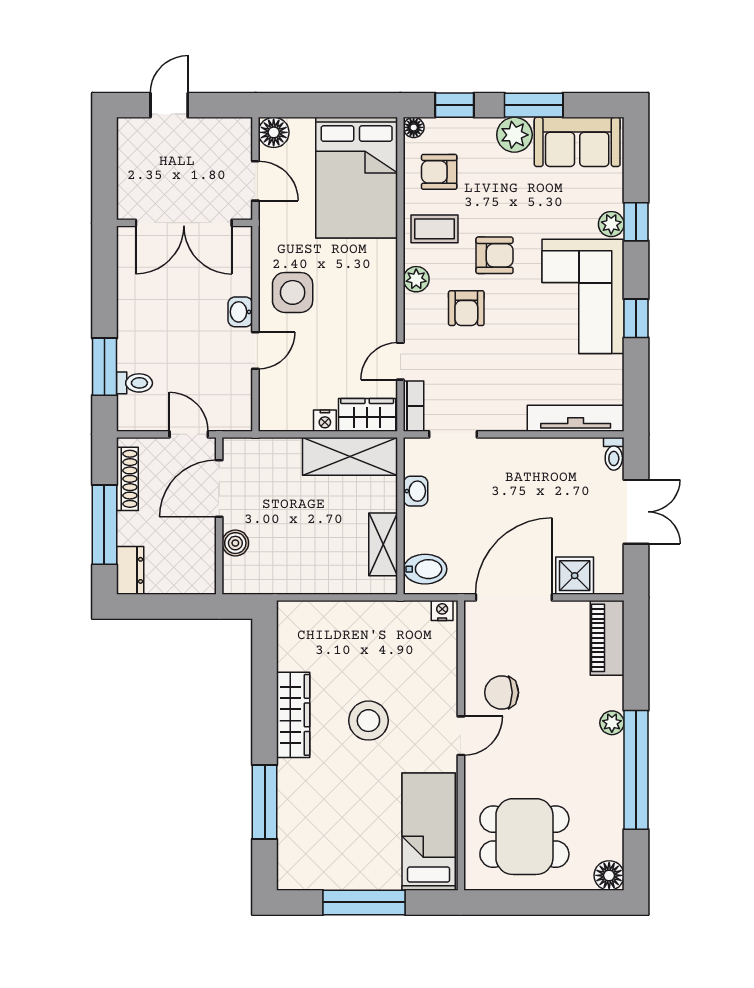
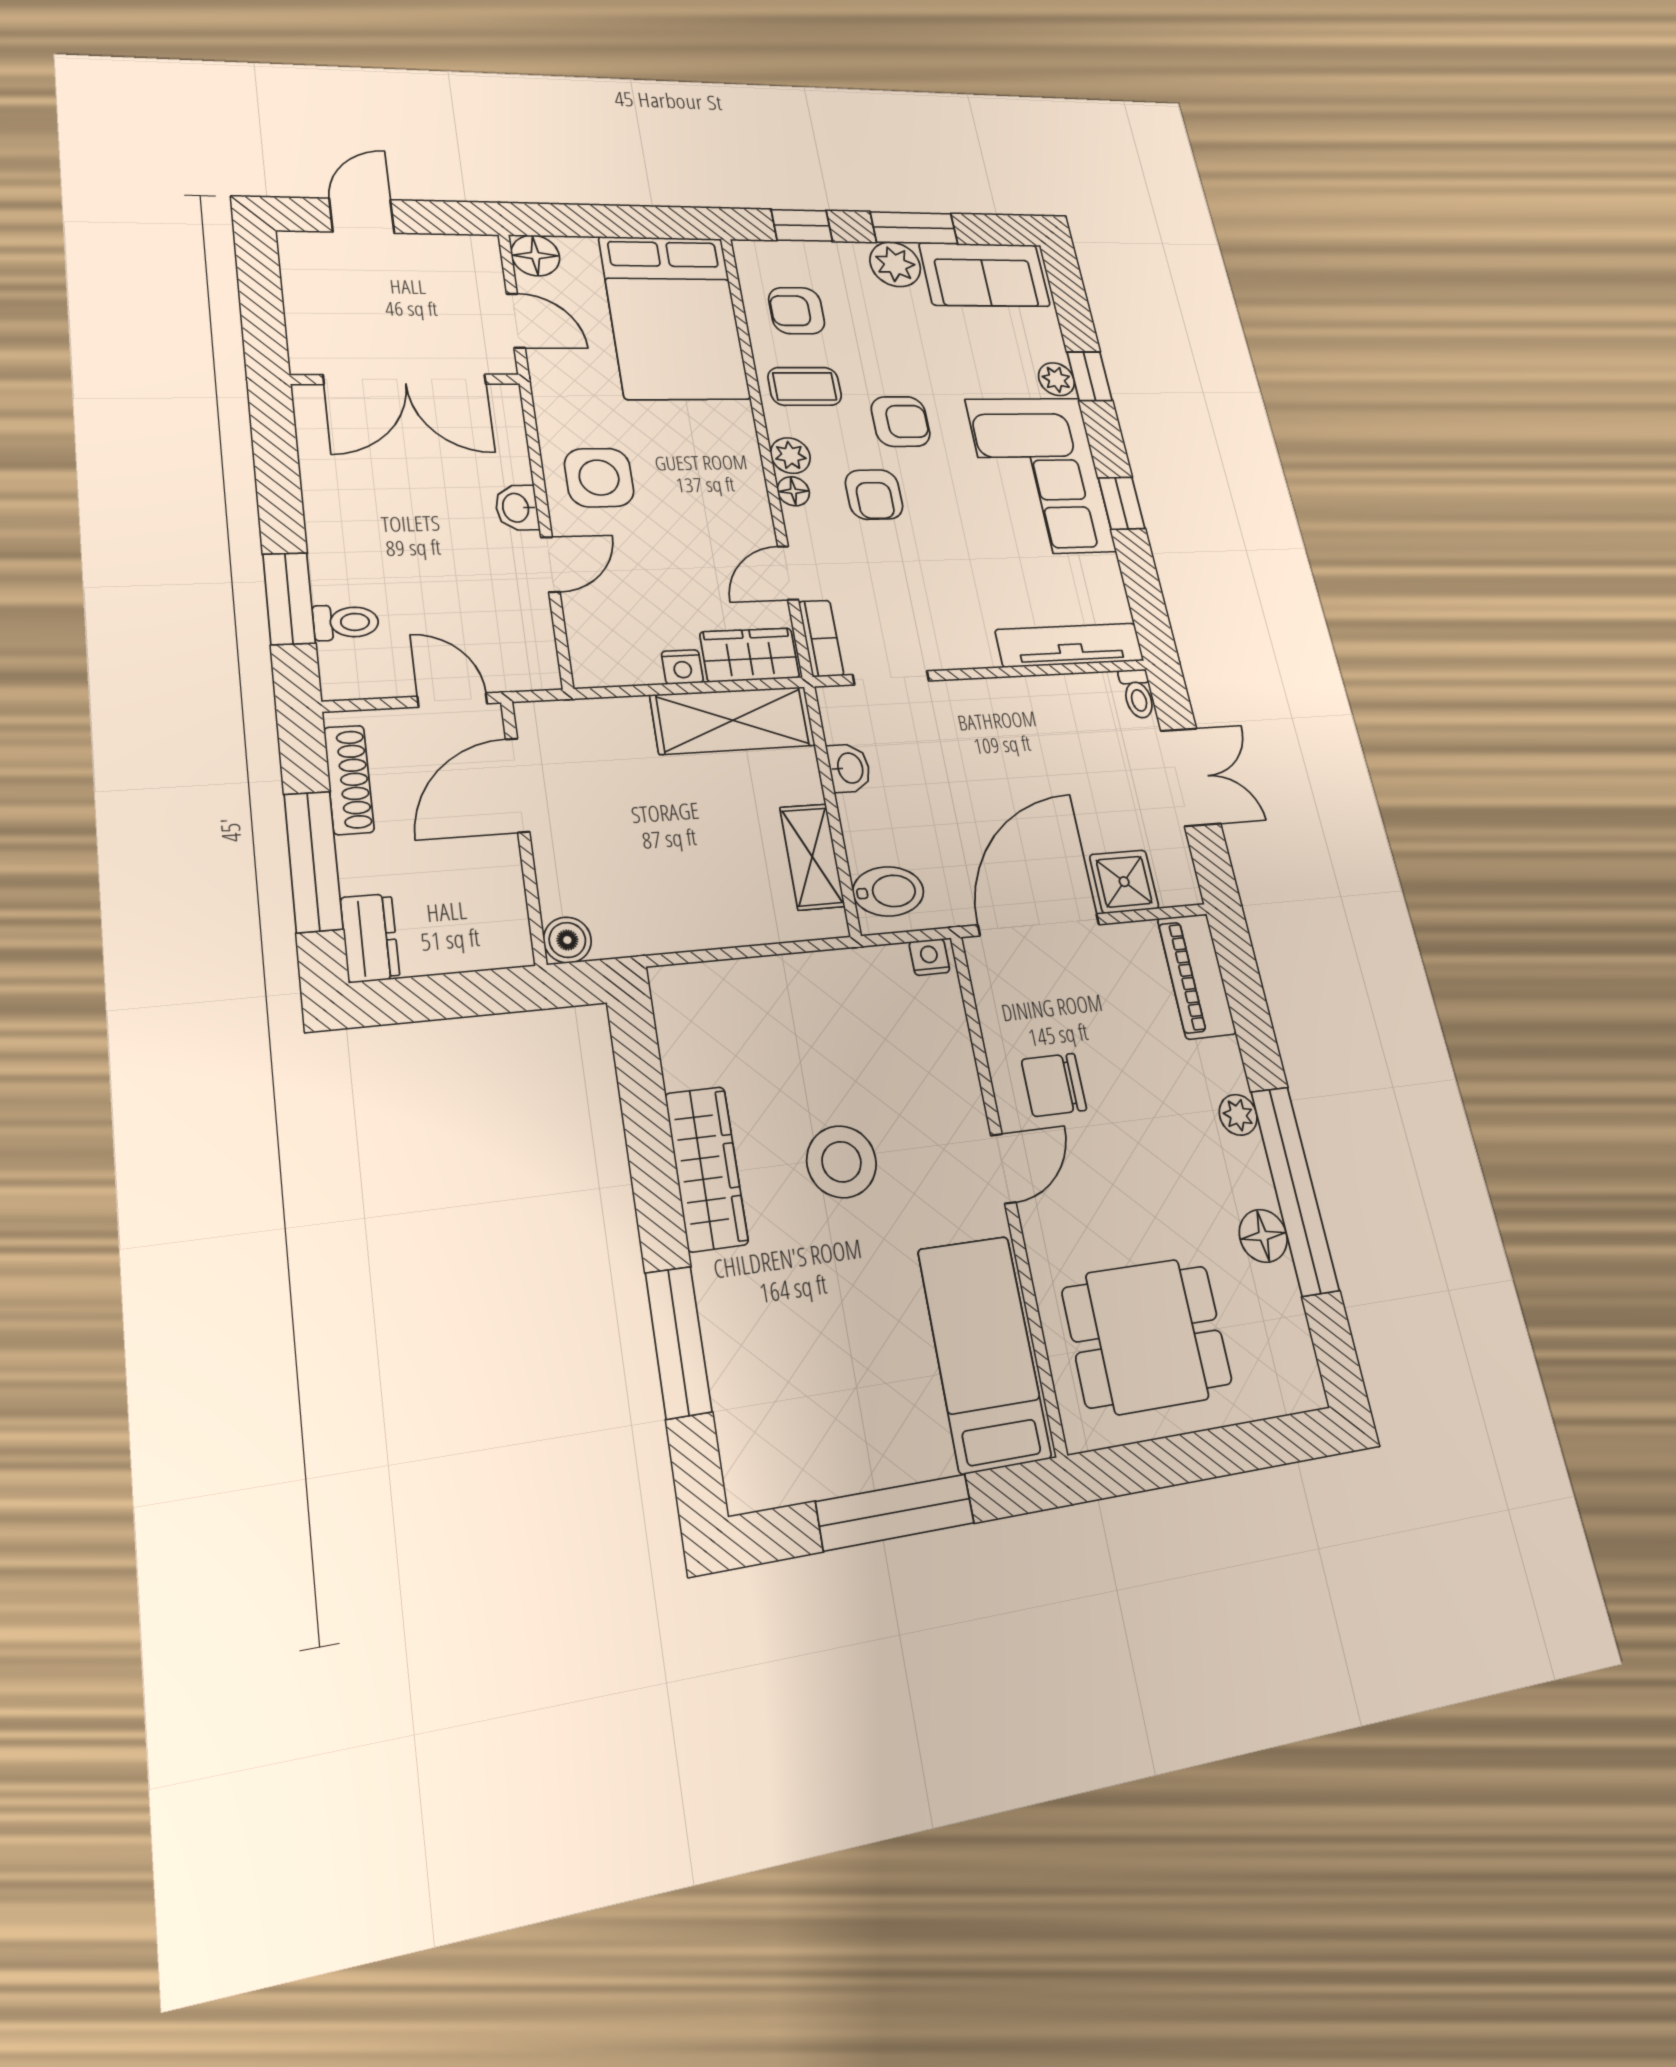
floor lamp: (414, 127) -> (793, 491), moved
boiler: (235, 543) -> (567, 940), moved
floor lamp: (609, 875) -> (1263, 1236), moved

